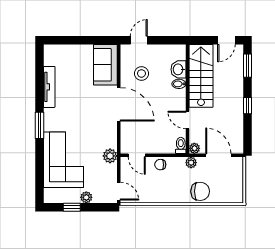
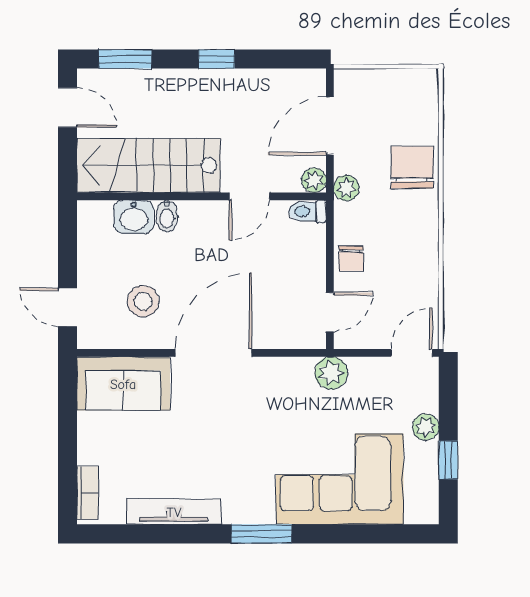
bookcase: (57, 49) -> (87, 493), added

